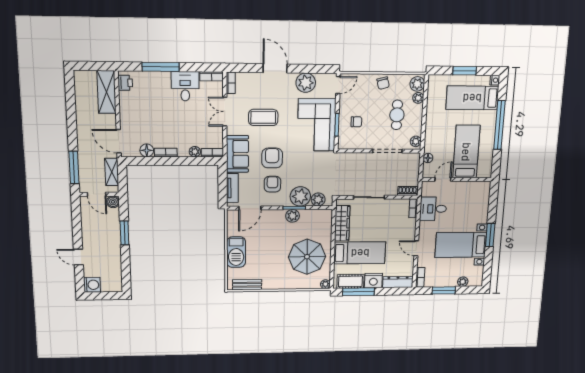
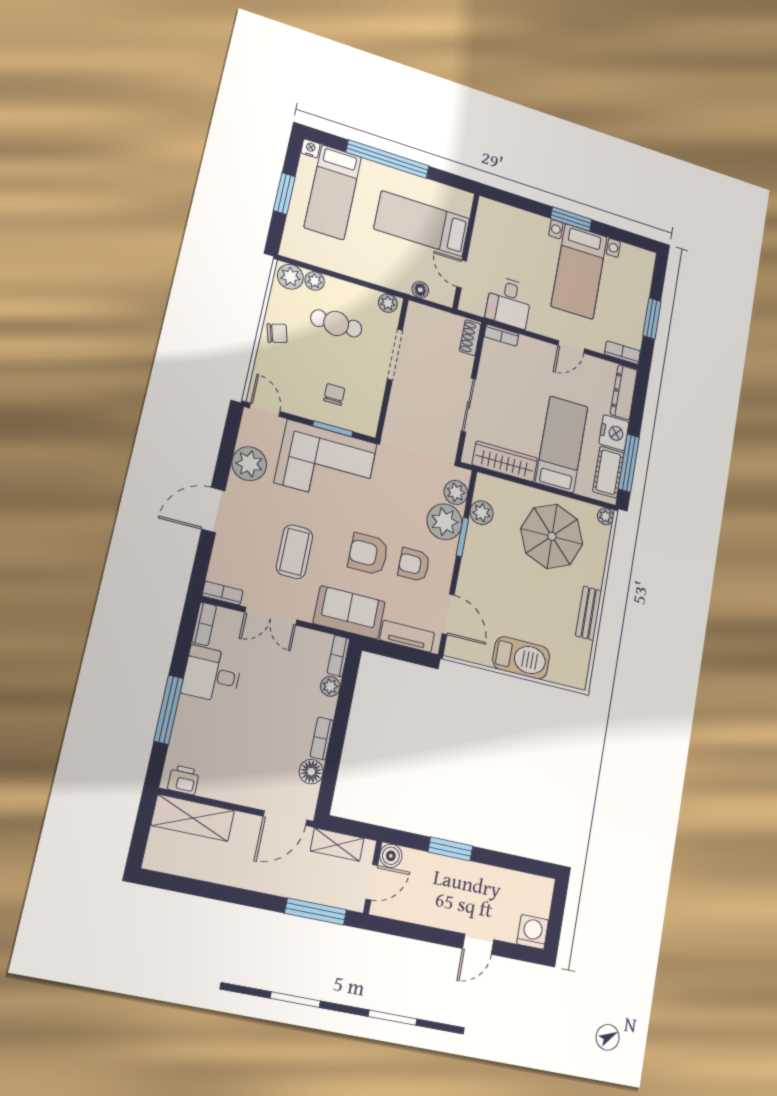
plant: (293, 216) -> (481, 513), moved
plant: (463, 282) -> (643, 283), removed
bench: (247, 285) -> (589, 613), moved

